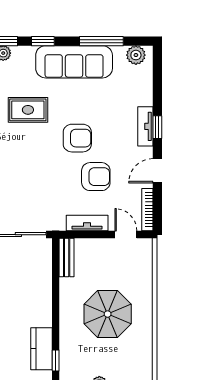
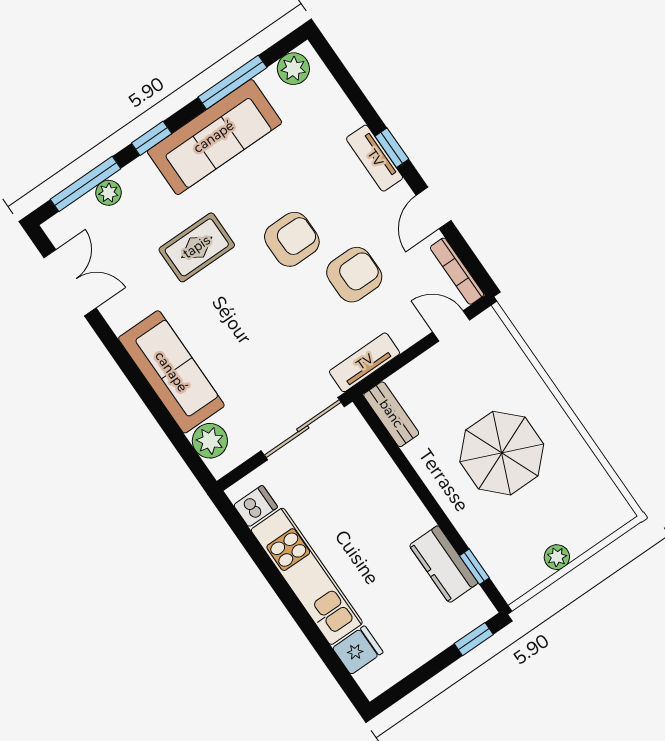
tv unit: (87, 223) -> (365, 362), moved

